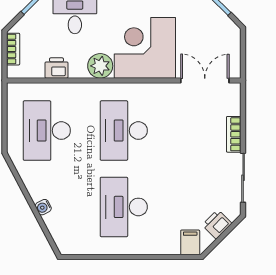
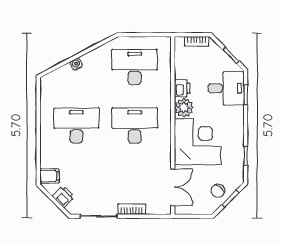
chair: (210, 21) -> (218, 191), added
printer: (56, 68) -> (182, 88), moved

